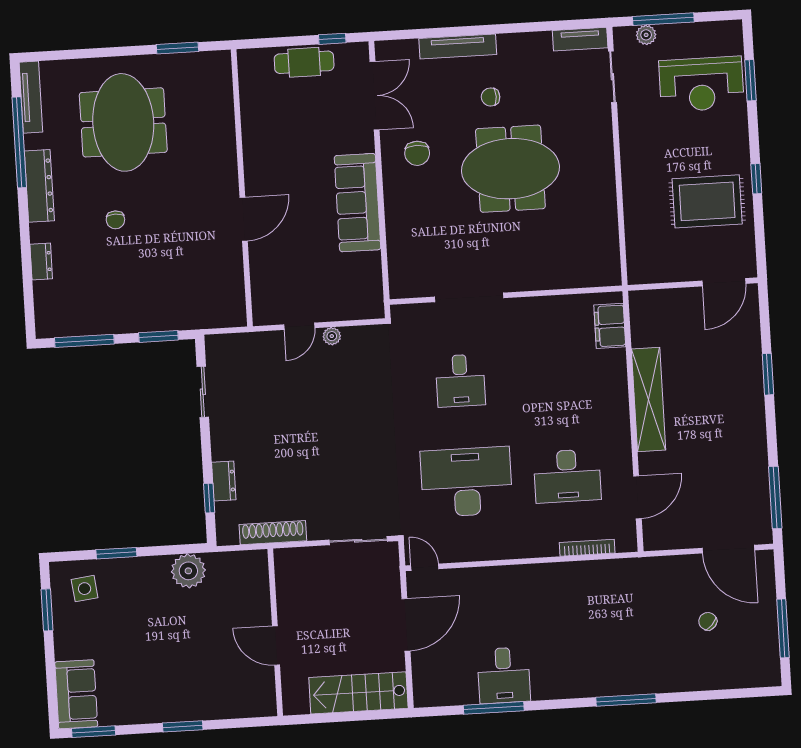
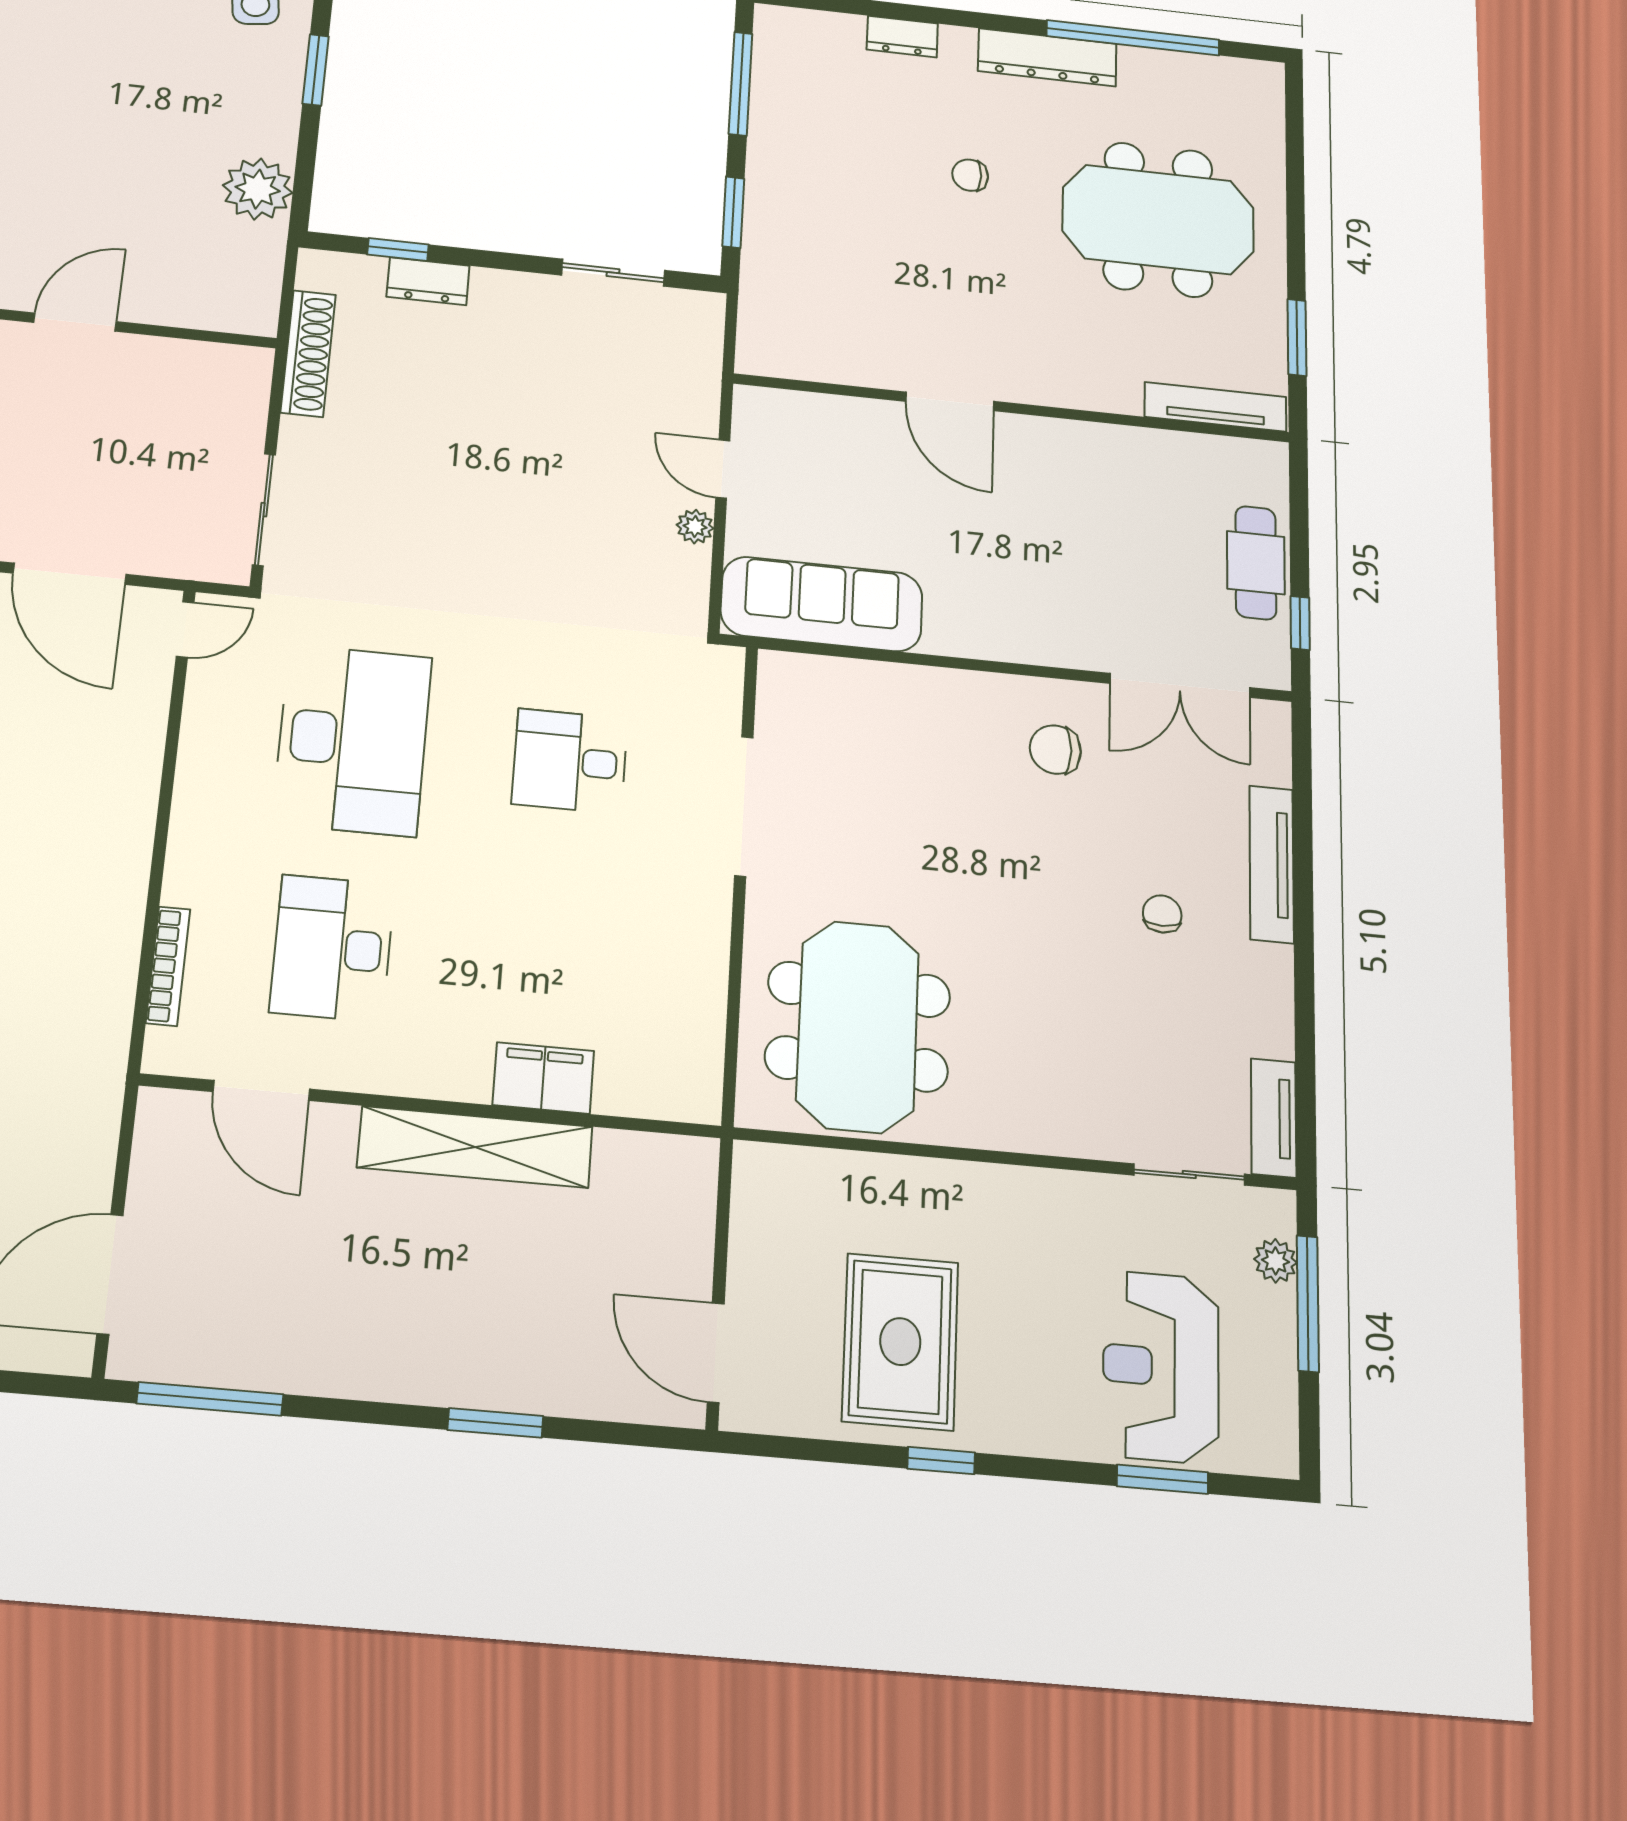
tv unit: (31, 97) -> (1215, 407), moved, turned 180
meeting table: (510, 169) -> (858, 1027), moved
sofa: (358, 203) -> (822, 604), moved
filing cabinet: (610, 326) -> (543, 1078), moved

